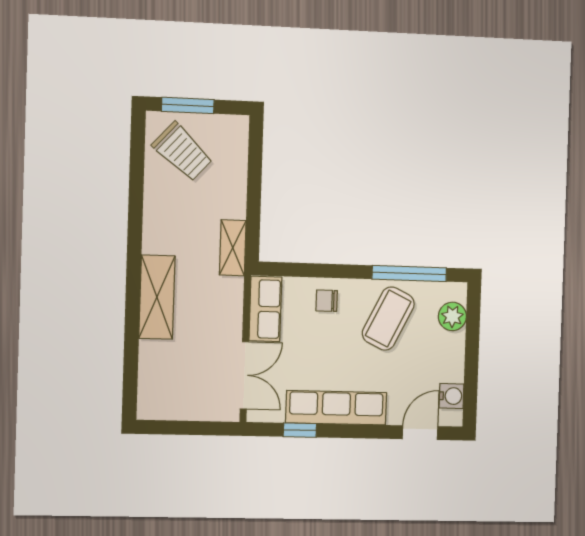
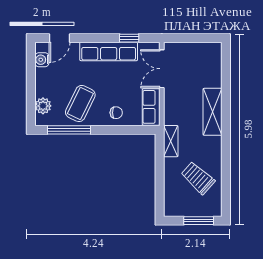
trolley: (182, 152) -> (198, 178), moved

